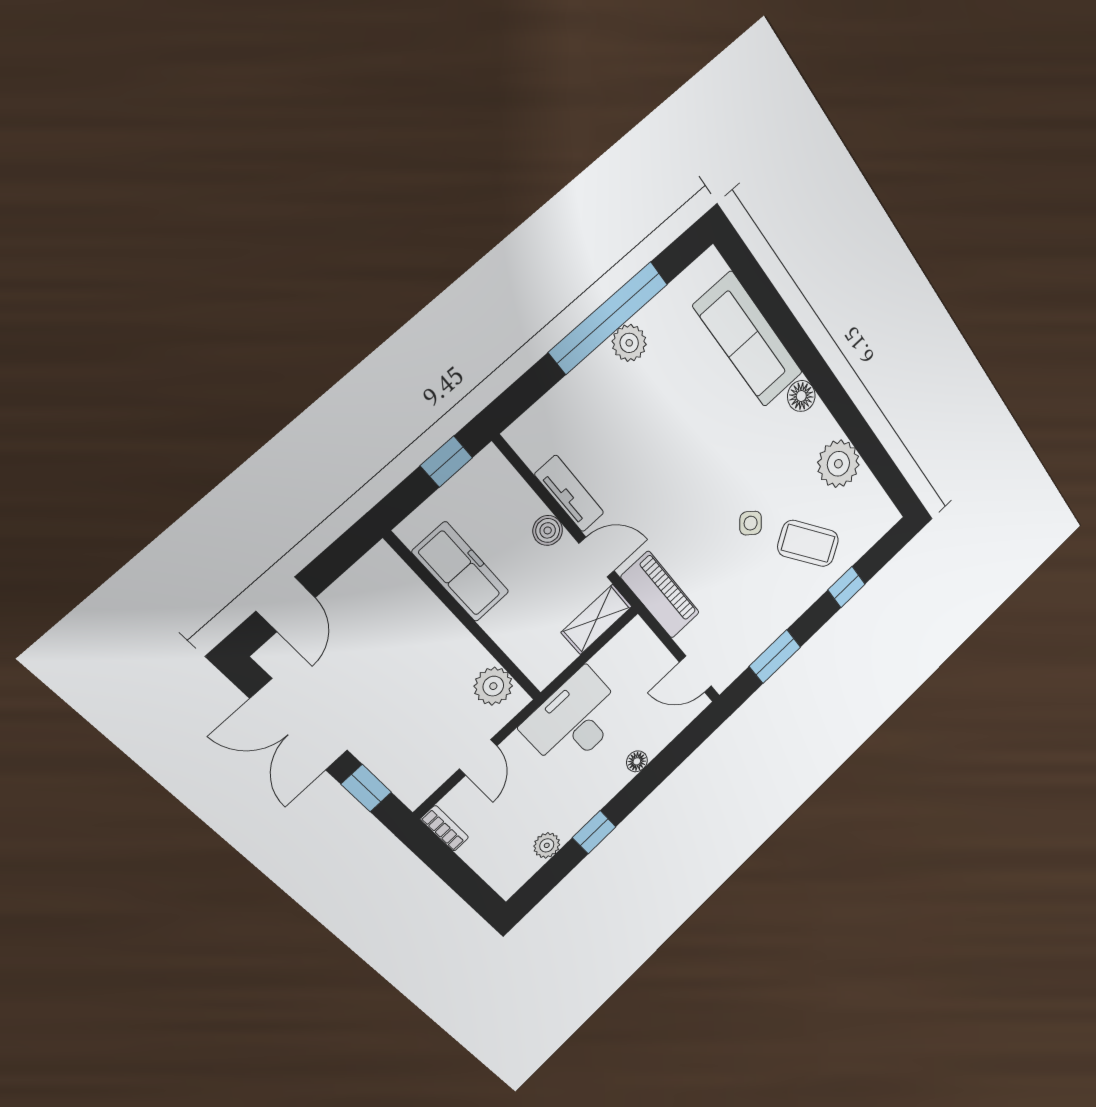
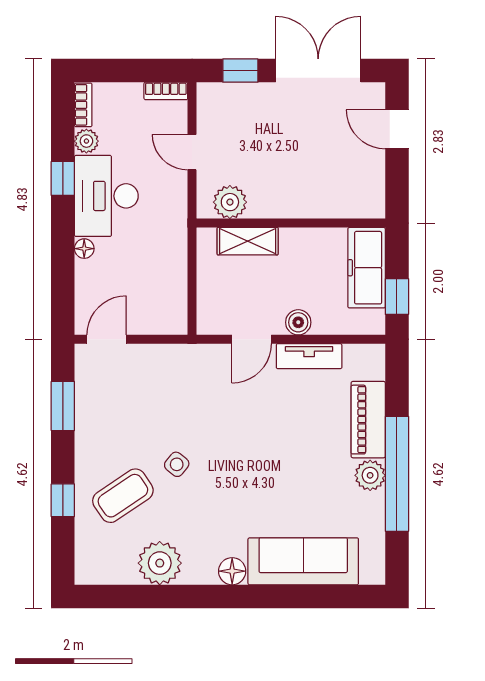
freezer: (461, 572) -> (367, 268), moved, turned 90
piano: (660, 595) -> (368, 420), moved, turned 90
shelving: (597, 619) -> (248, 241), moved, turned 90
desk: (574, 720) -> (106, 196), moved, turned 180
bookcase: (519, 877) -> (83, 105), added

